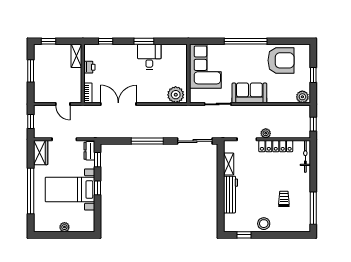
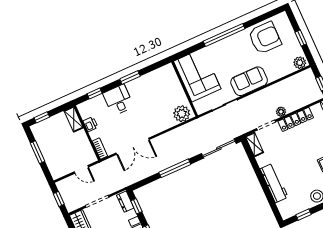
desk: (149, 57) -> (118, 100), moved
double door: (118, 104) -> (133, 146), swing flipped
shelving: (229, 164) -> (254, 144), moved

